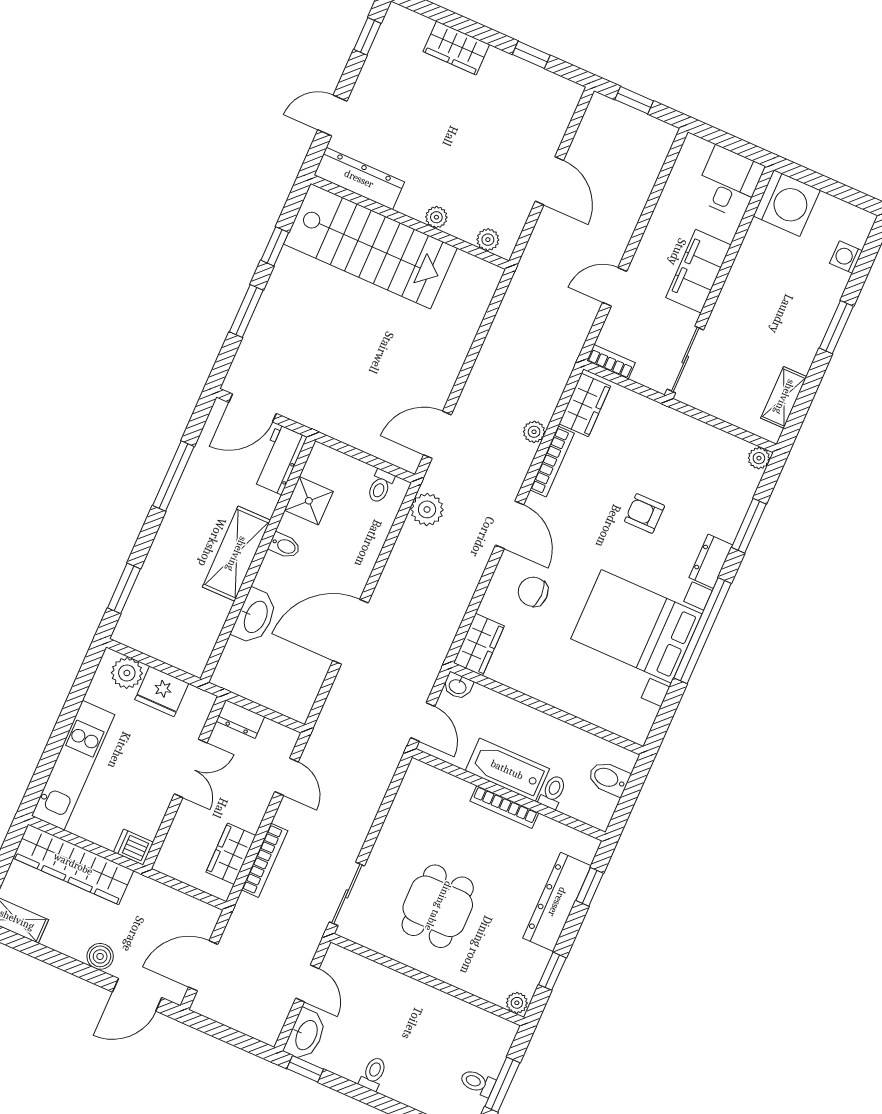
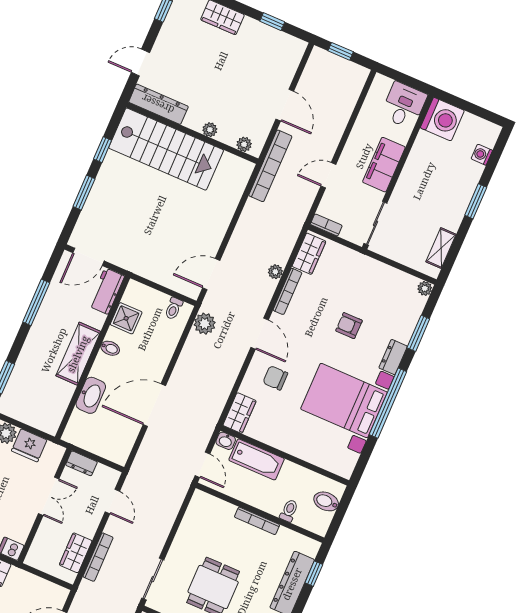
bookcase: (527, 272) -> (270, 166), added
bathtub: (507, 770) -> (257, 459), moved, turned 180

